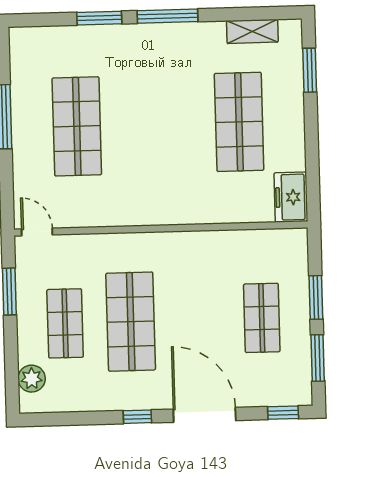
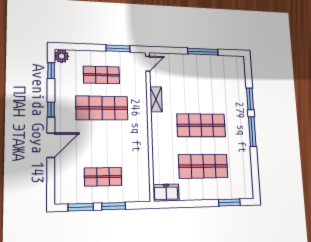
shelving: (252, 31) -> (156, 99), moved
shop shelf: (77, 126) -> (201, 125), moved
plant: (32, 379) -> (62, 56), moved
window: (283, 413) -> (51, 71), moved
door: (205, 415) -> (51, 145), width x0.73

